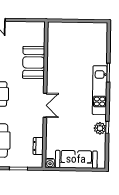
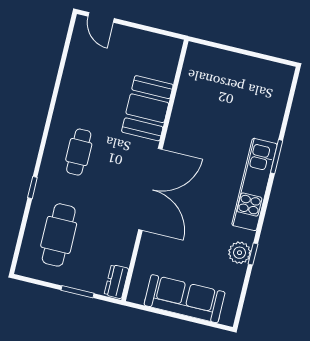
double door: (45, 105) -> (150, 189), width x1.87
dresser: (38, 146) -> (116, 282), moved
water cooler: (50, 163) -> (136, 295), removed

